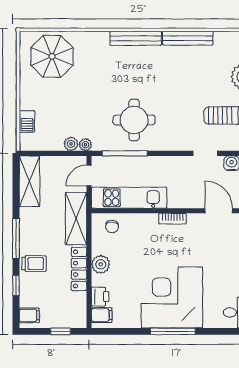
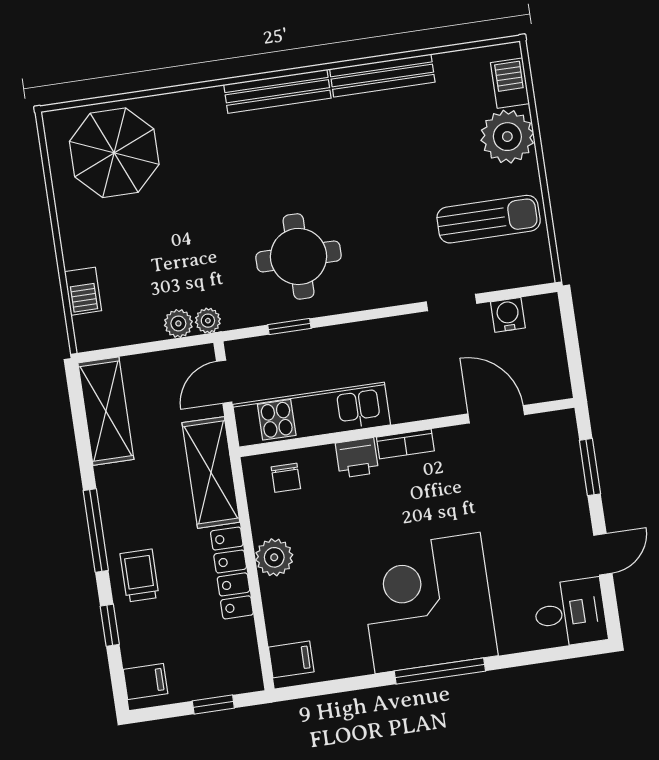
window: (125, 153) -> (289, 327), width x0.46
trolley: (34, 264) -> (140, 576), turned -90
printer: (100, 297) -> (357, 458), moved, turned 90

